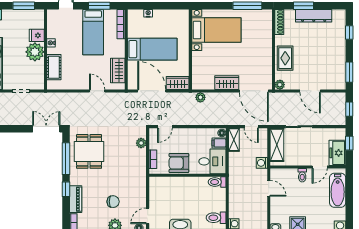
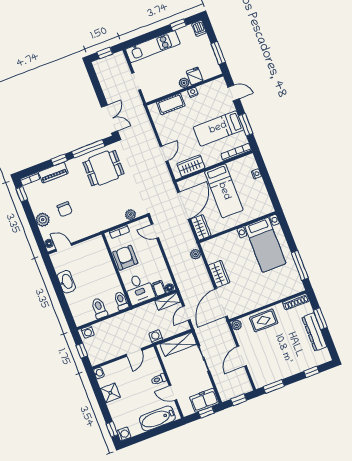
plant: (35, 52) -> (184, 83), width x0.53, depth x0.53
freezer: (337, 153) -> (204, 400), moved
toilet: (216, 218) -> (99, 308), moved

